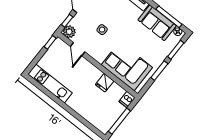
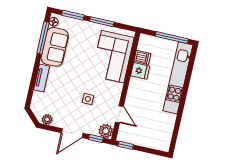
door: (78, 49) -> (119, 114), hinge flipped
kitchen unit: (50, 83) -> (178, 78), moved, width x1.36
dishwasher: (127, 100) -> (142, 57), moved

